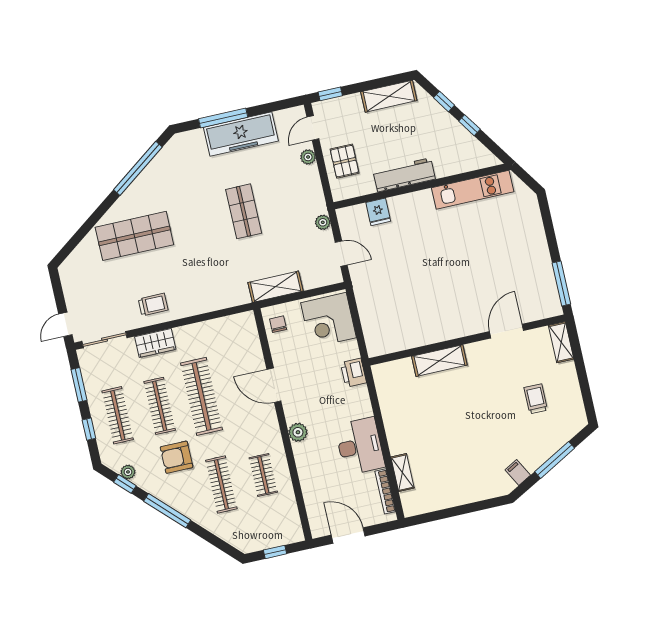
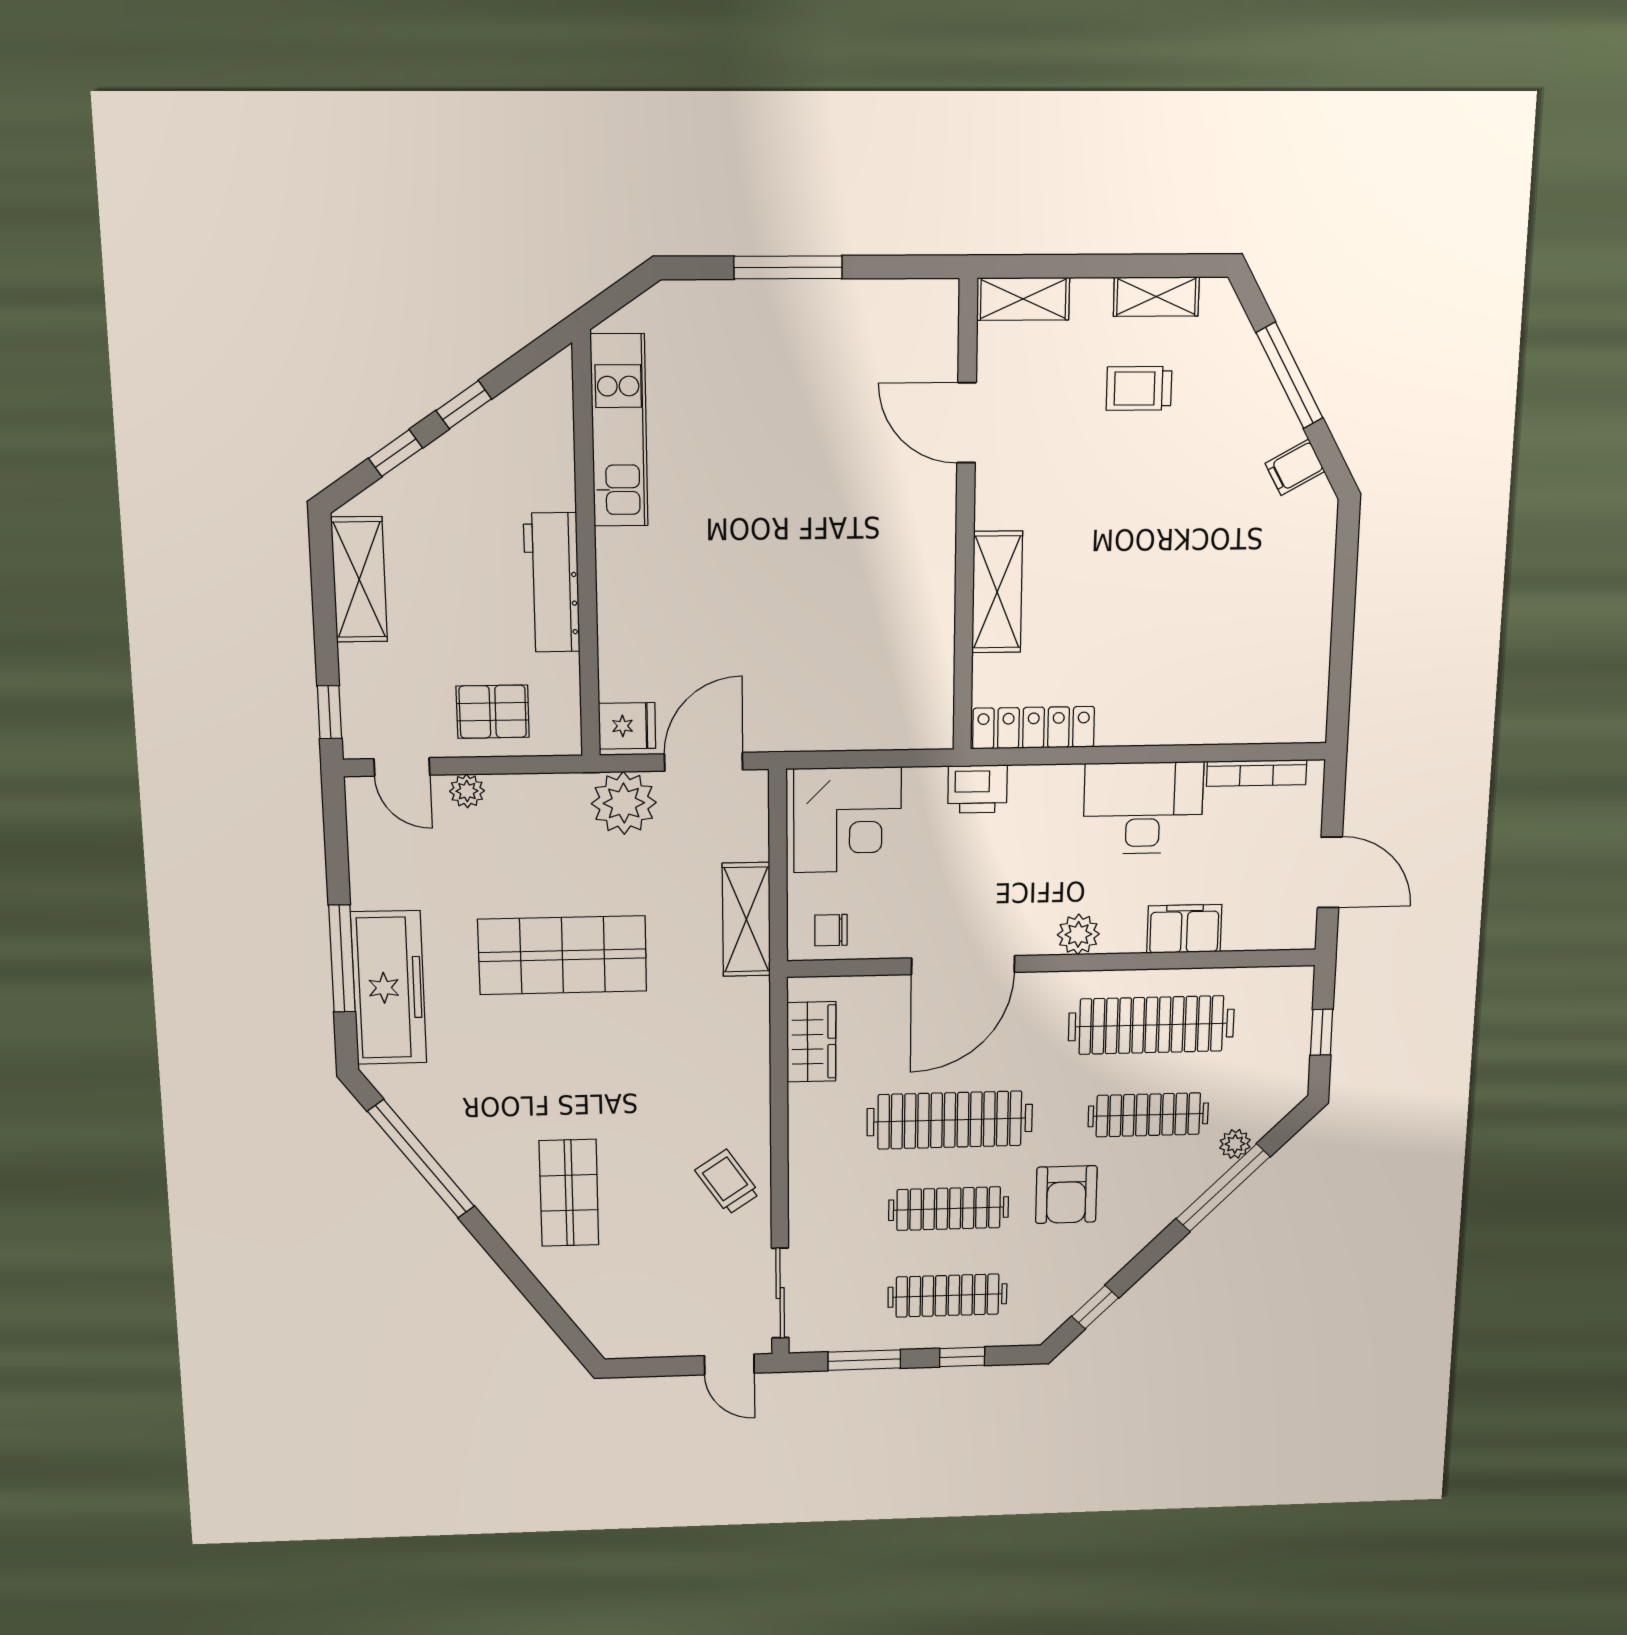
freezer: (241, 134) -> (389, 988), moved
shop shelf: (244, 211) -> (562, 955), width x1.43, depth x1.36
fridge: (378, 212) -> (627, 726), moved
plant: (323, 222) -> (624, 803), width x1.88, depth x1.88
shop shelf: (134, 236) -> (569, 1193), width x0.70, depth x0.74
door: (341, 254) -> (704, 762), width x1.37
window: (561, 283) -> (788, 267), moved
trolley: (153, 305) -> (727, 1182), turned -34
wardrobe: (155, 343) -> (811, 1042), moved
door: (274, 385) -> (963, 965), width x1.36
locker: (385, 390) -> (1033, 728), added
plant: (128, 472) -> (1235, 1144), moved
shelving: (403, 473) -> (1156, 297), moved
clothes rail: (263, 475) -> (1151, 1025), width x1.86, depth x1.31
filing cabinet: (310, 478) -> (1184, 929), added
window: (167, 511) -> (1223, 1188), moved
door: (348, 535) -> (1330, 872), swing flipped

